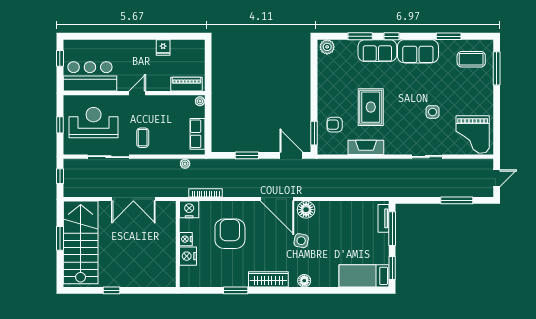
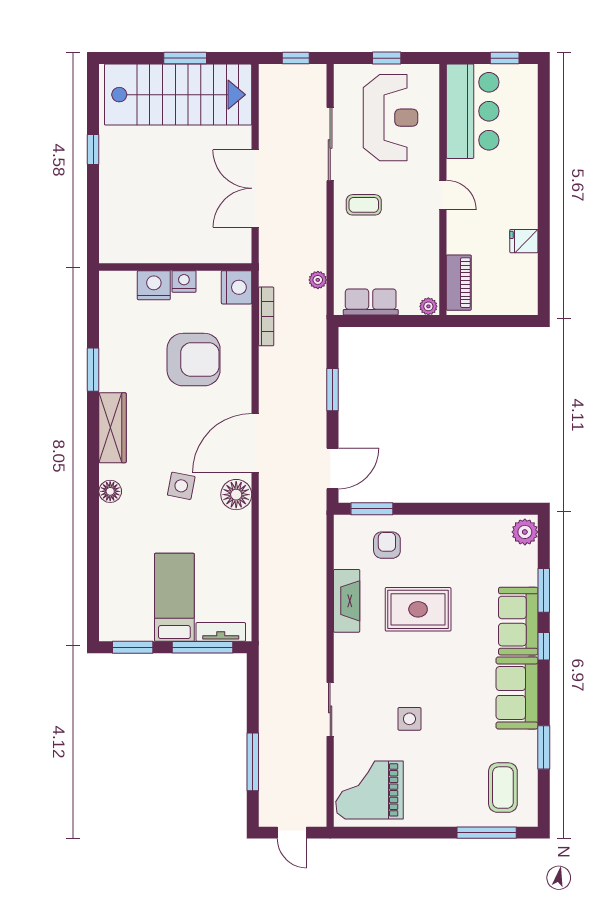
bed: (364, 276) -> (174, 597), moved

